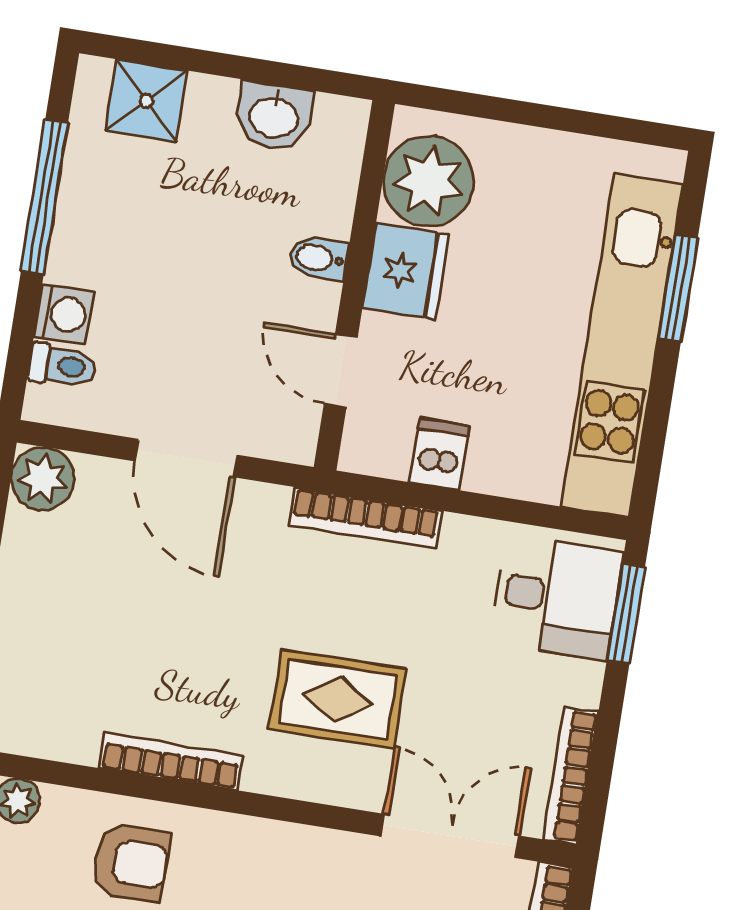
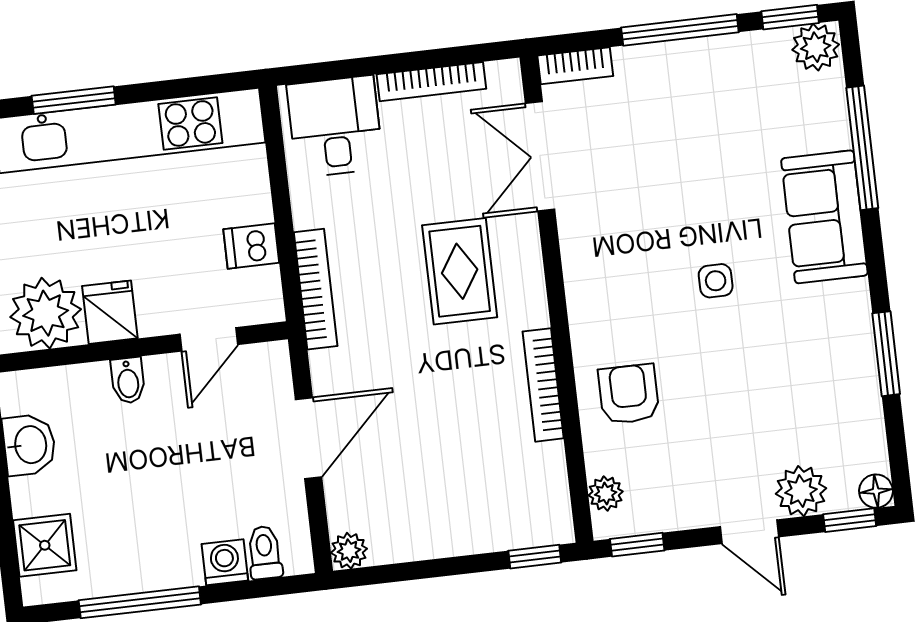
fridge: (406, 271) -> (110, 312), width x0.72
plant: (43, 479) -> (349, 551), width x0.73, depth x0.73
window: (626, 613) -> (333, 70), removed
bookcase: (571, 775) -> (431, 82), moved

